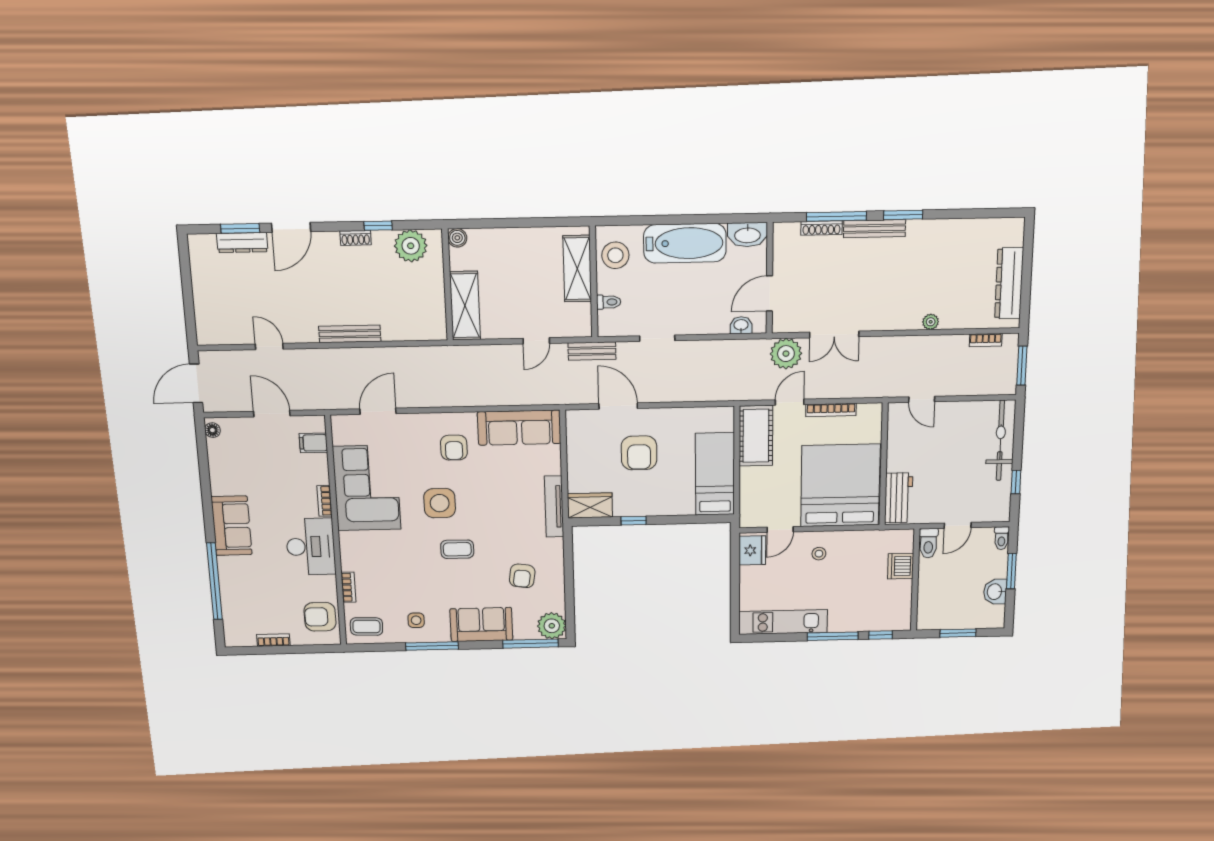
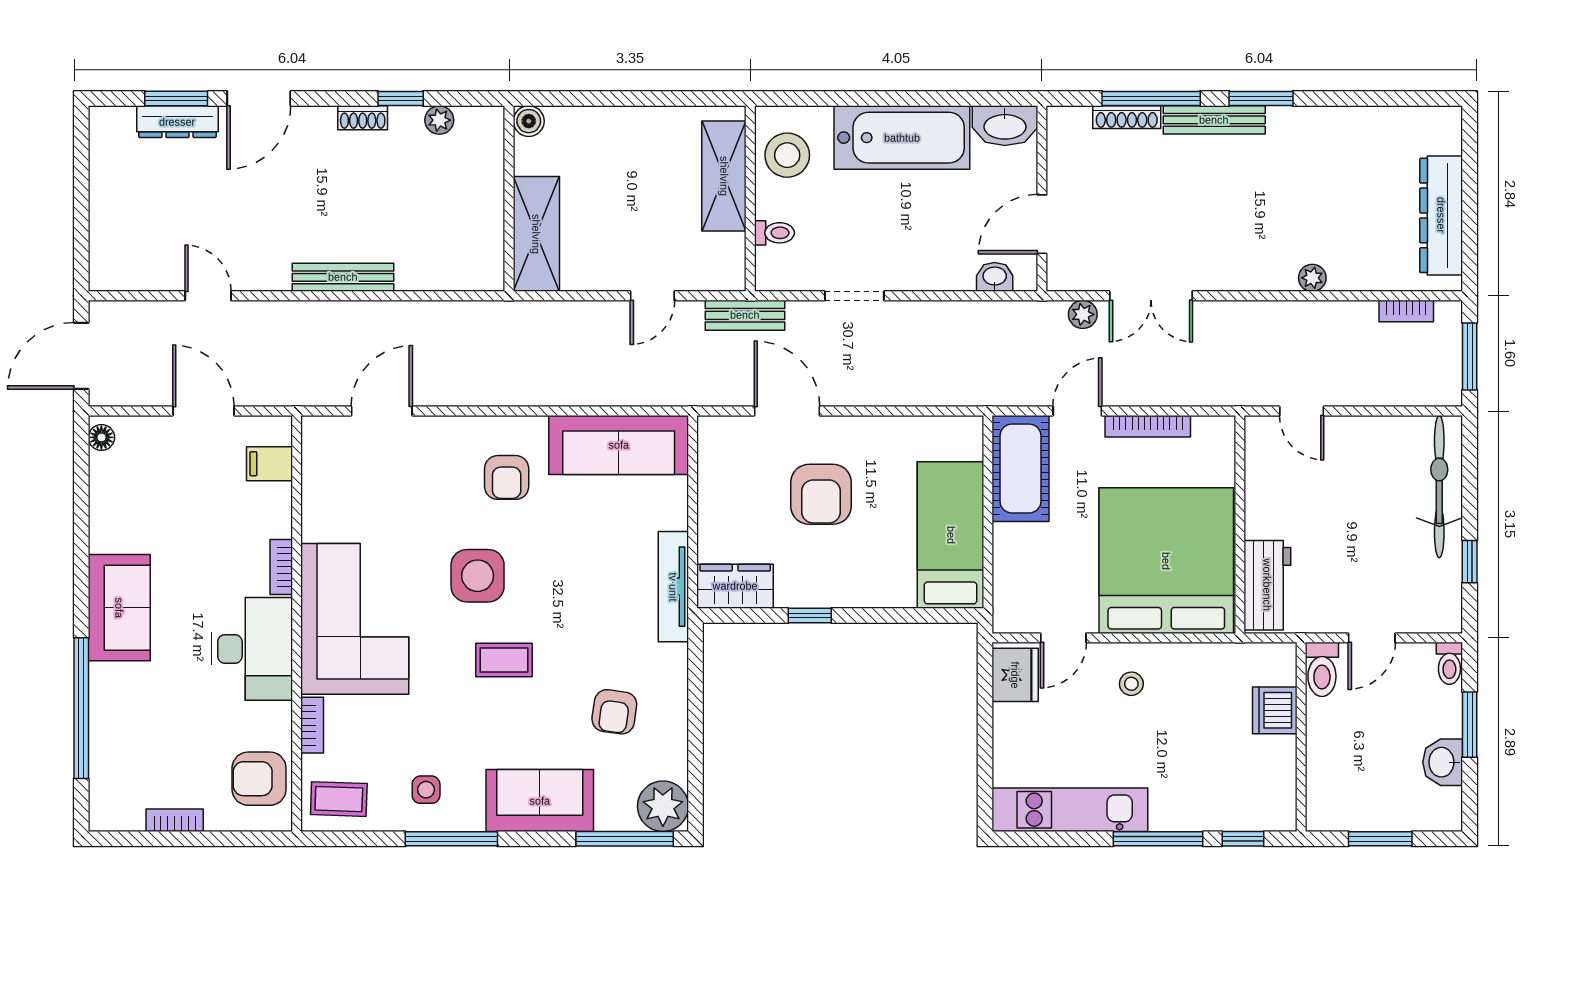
plant: (411, 246) -> (439, 120), width x0.53, depth x0.53
plant: (786, 354) -> (1083, 314), width x0.53, depth x0.53
corner sofa: (367, 488) -> (355, 619), moved

